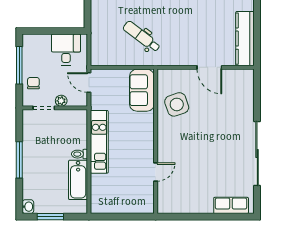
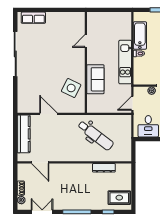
dental chair: (142, 37) -> (96, 135), width x1.36, depth x1.38
door: (89, 83) -> (132, 103), swing flipped
sofa: (142, 90) -> (95, 79), moved
side table: (177, 104) -> (71, 88), turned 45

